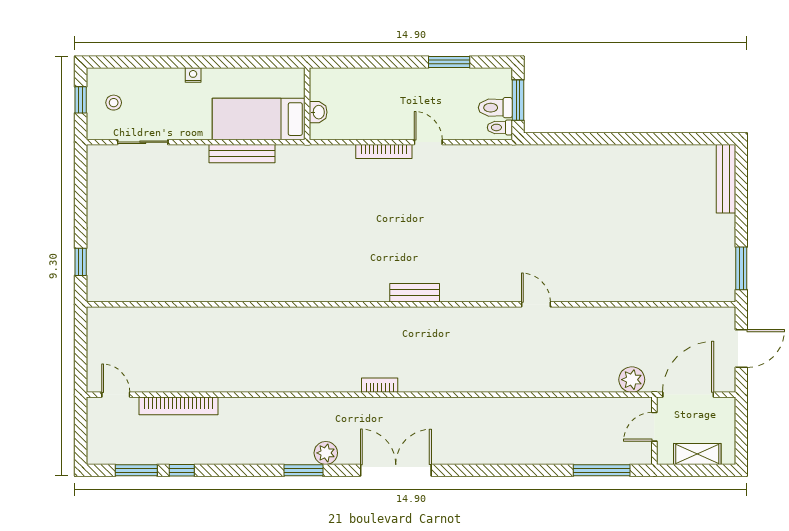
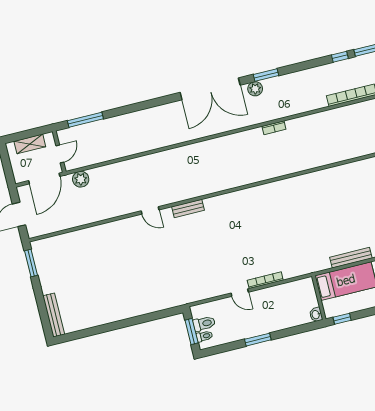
window: (279, 62) -> (342, 319), added
window: (449, 62) -> (258, 340), moved
washbasin: (318, 112) -> (316, 315), moved
toilet: (500, 127) -> (204, 336), moved
bench: (415, 293) -> (188, 208), moved
bookcase: (380, 385) -> (274, 128), moved
double door: (396, 470) -> (210, 89), width x1.36

